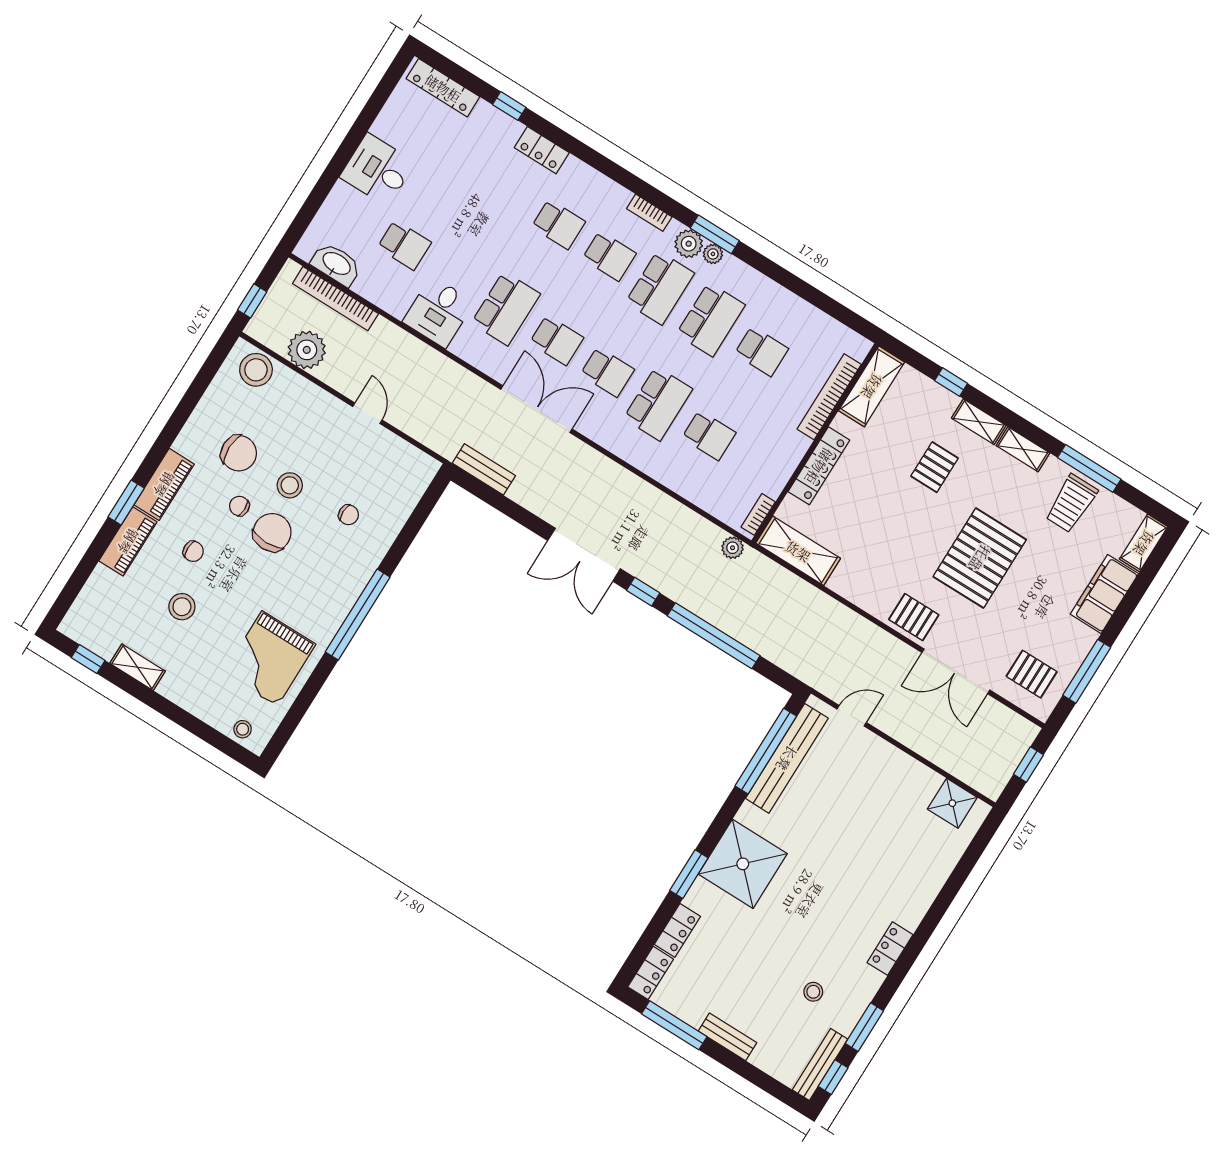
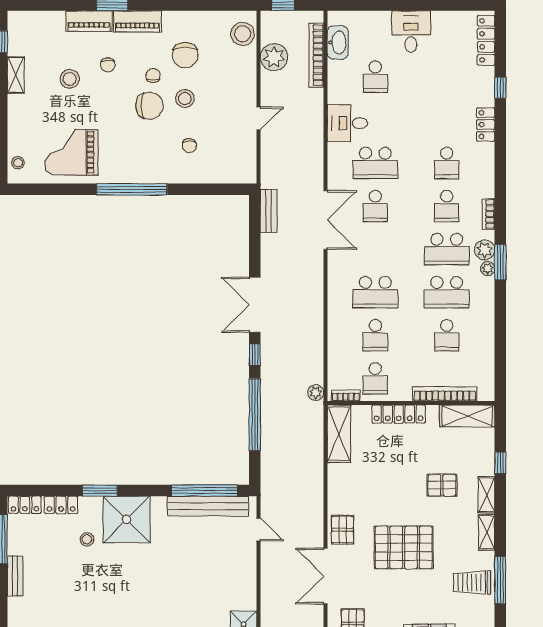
school desk: (607, 372) -> (375, 378), moved
stool: (813, 992) -> (87, 539), moved

